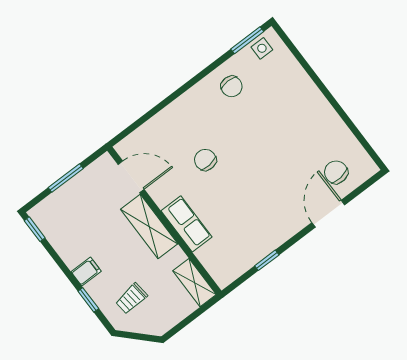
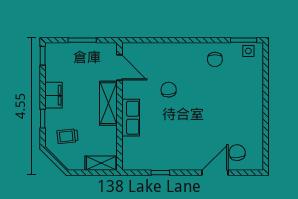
filing cabinet: (86, 272) -> (54, 95), width x2.00
shelving: (195, 283) -> (101, 163), moved, turned 90

